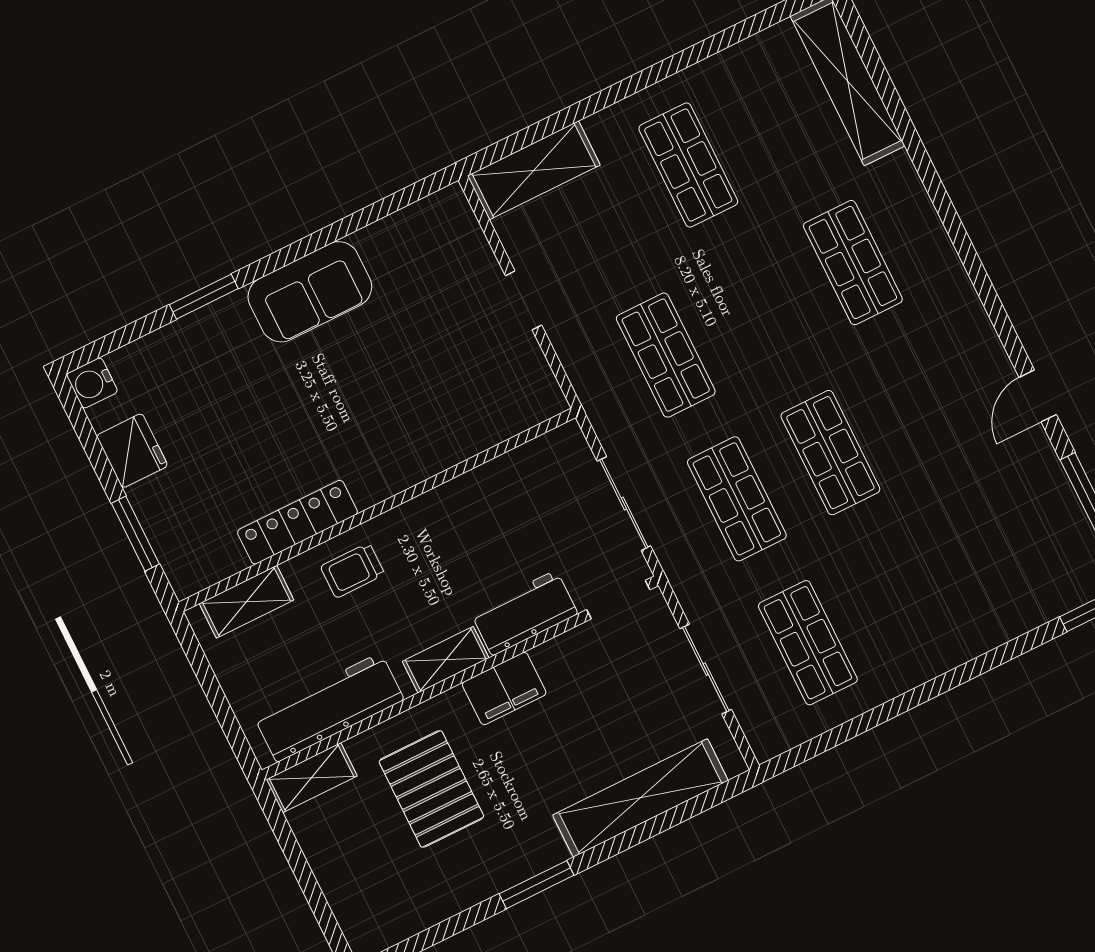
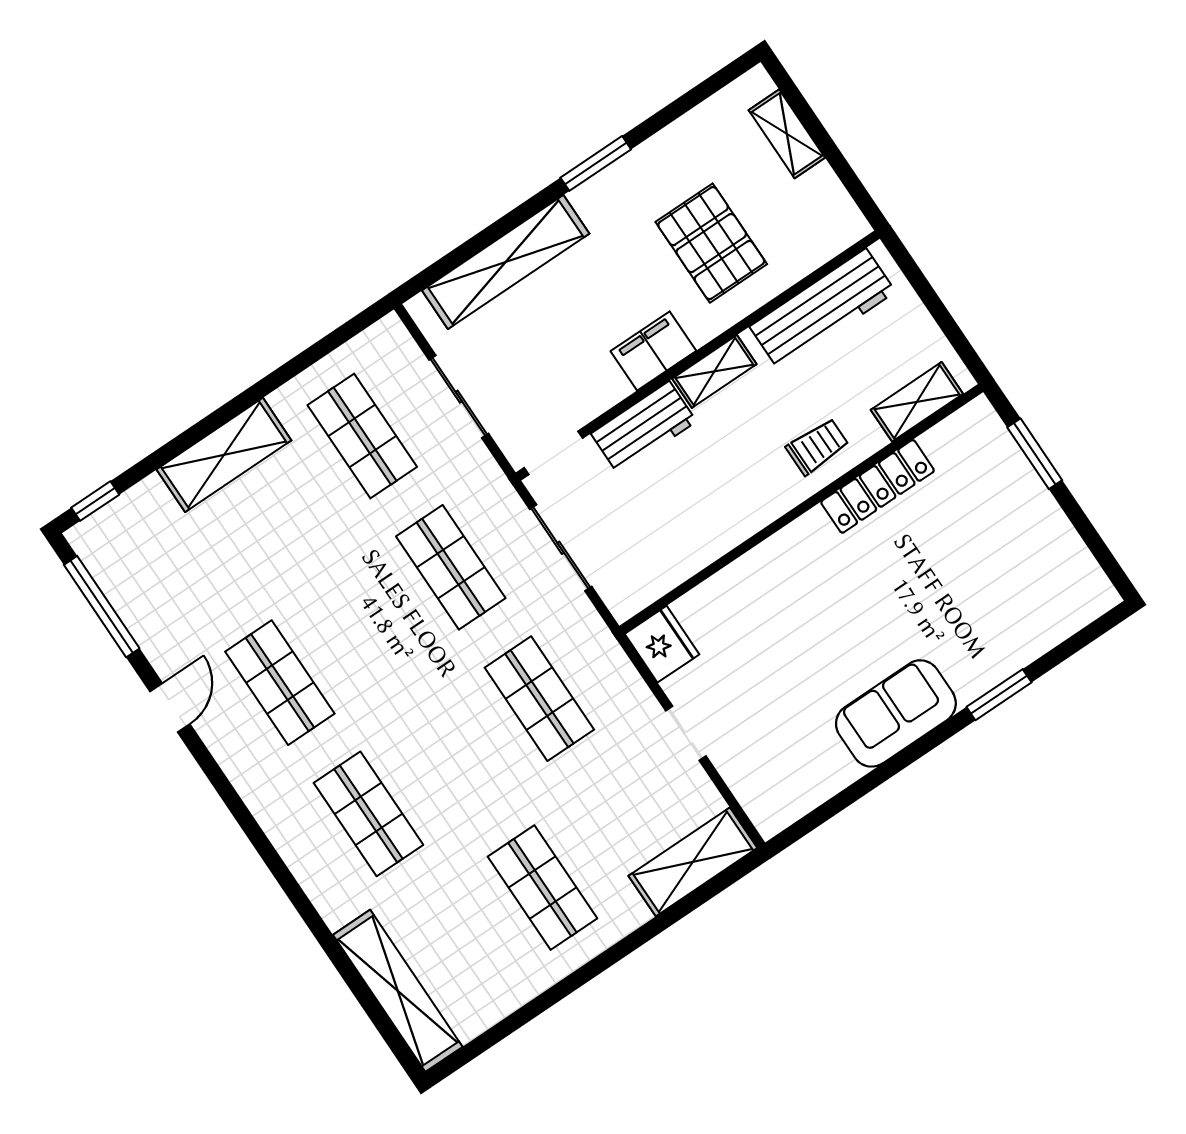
water cooler: (92, 383) -> (1097, 595), removed
fridge: (132, 451) -> (662, 644), moved, turned 180
shop shelf: (830, 453) -> (280, 683), moved
shelving: (949, 643) -> (224, 455), added
shelving: (312, 778) -> (787, 134), moved, turned 90

